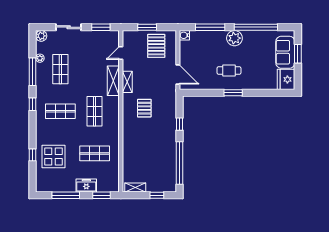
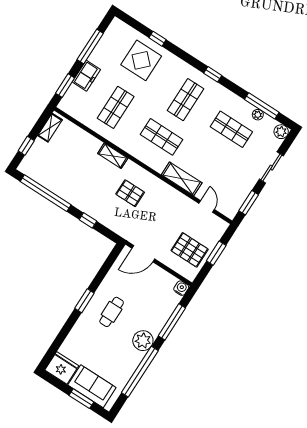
window: (33, 72) -> (262, 106), moved
shelving: (127, 82) -> (113, 156), moved

